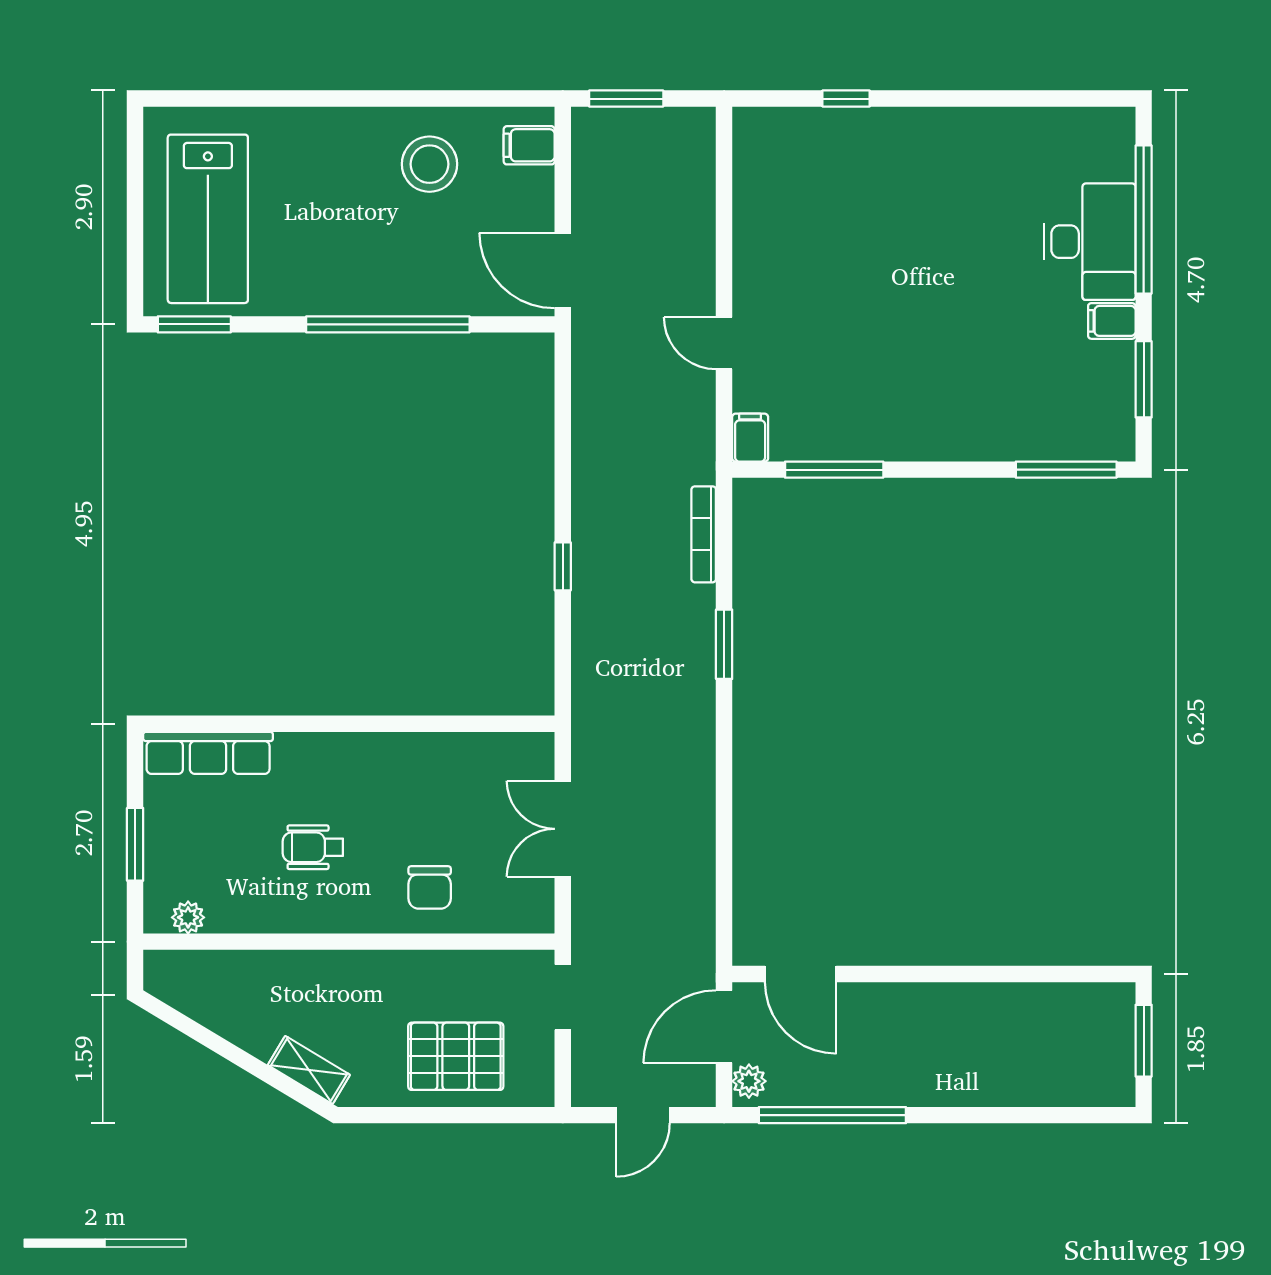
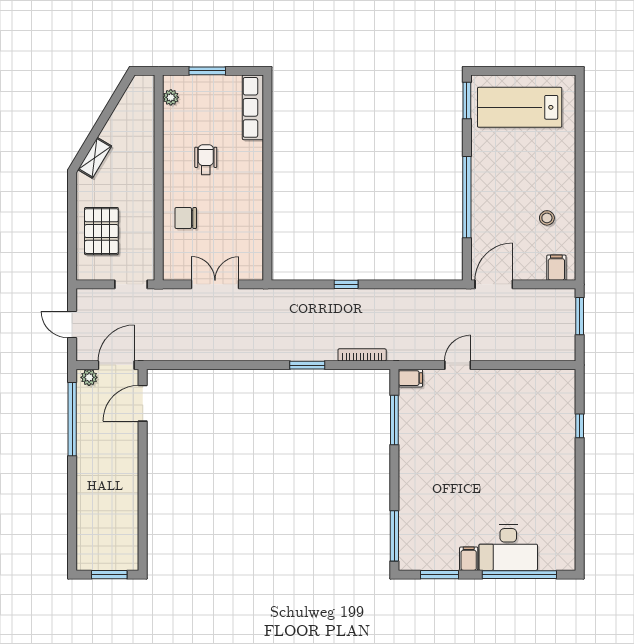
stool: (429, 164) -> (547, 218), width x0.53, depth x0.53
door: (724, 1027) -> (116, 365), hinge flipped

